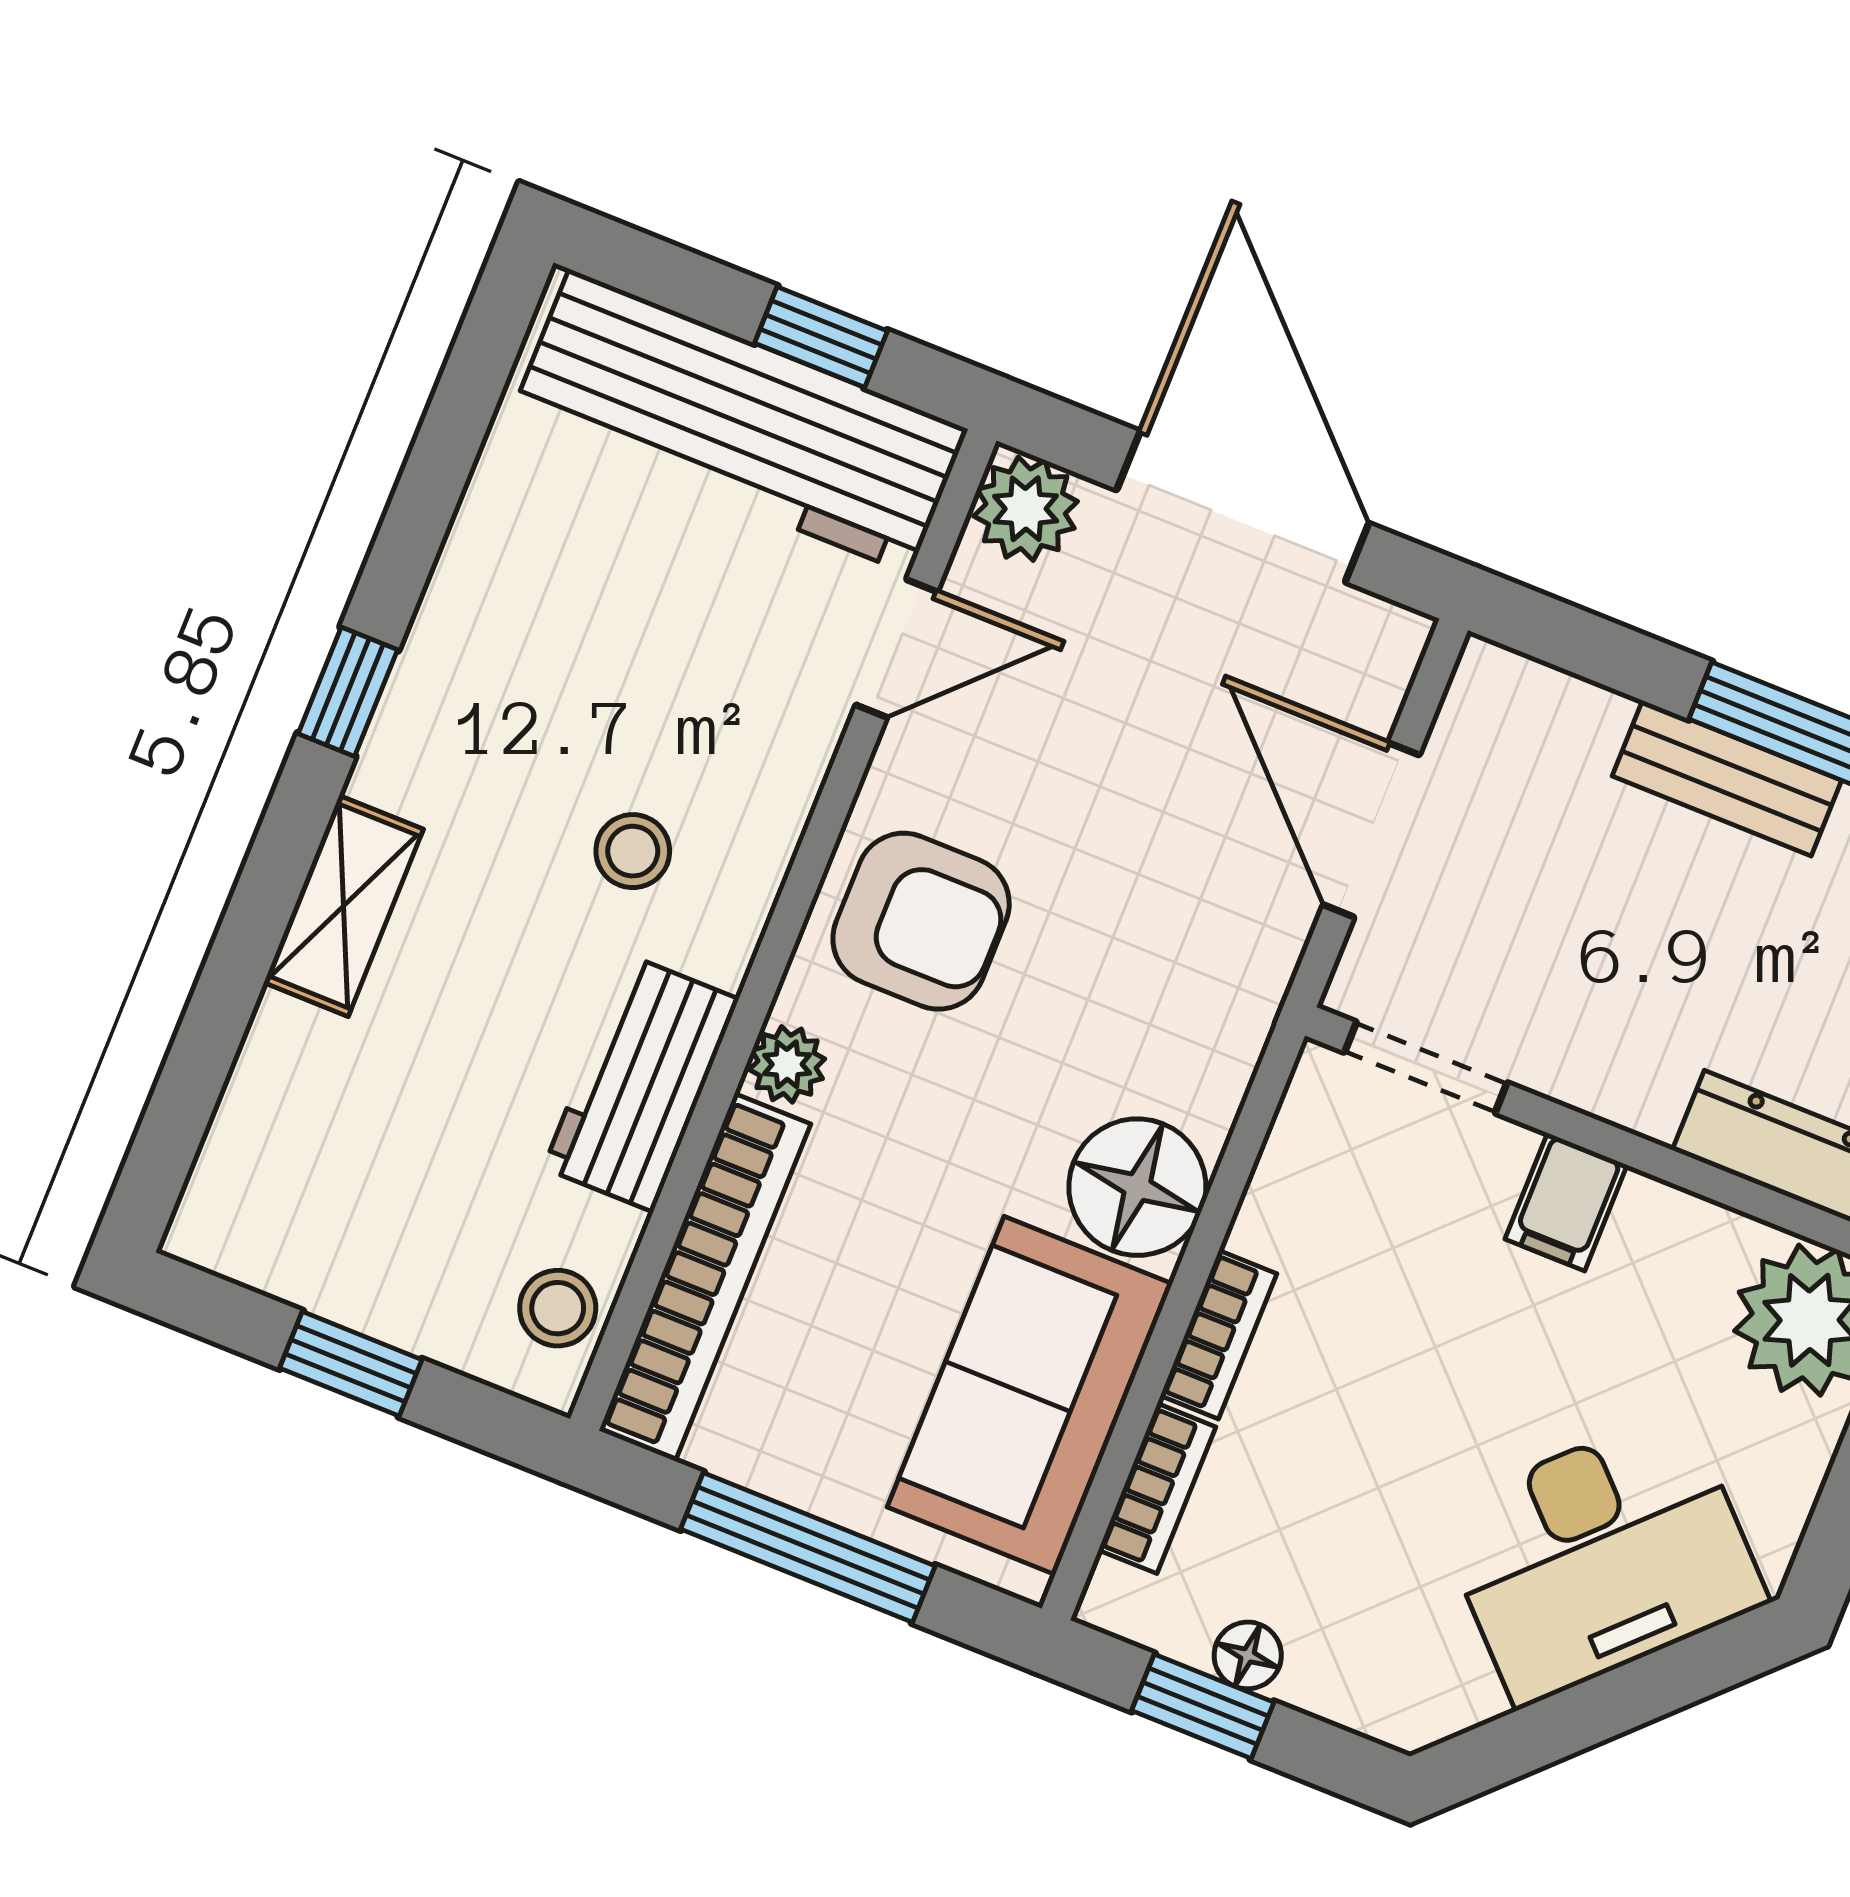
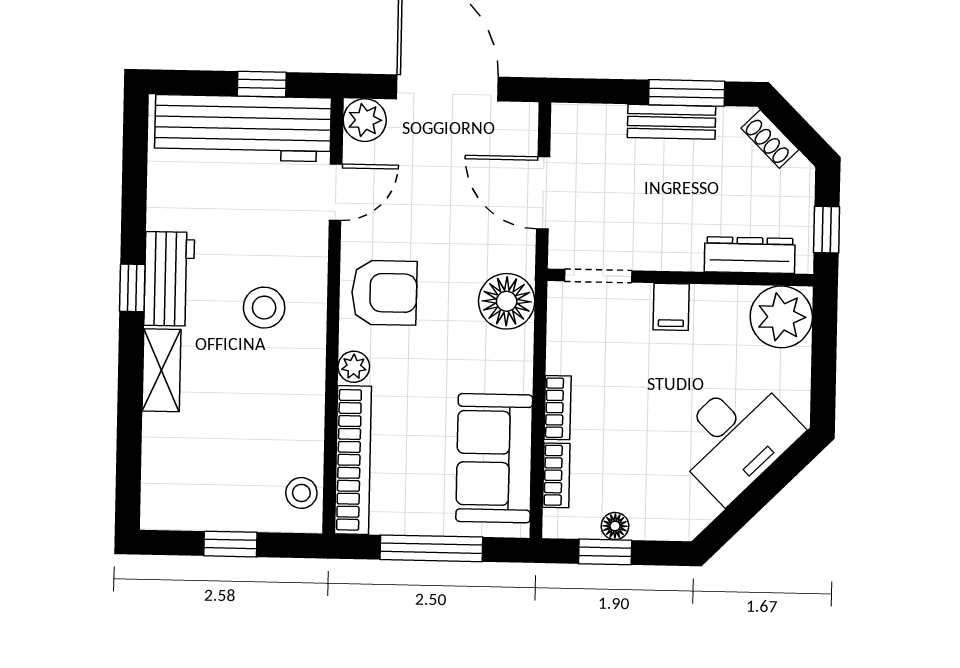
stool: (633, 851) -> (264, 308), width x1.37, depth x1.37
workbench: (641, 1083) -> (169, 279), moved, turned 180
floor lamp: (1137, 1187) -> (507, 301), moved

